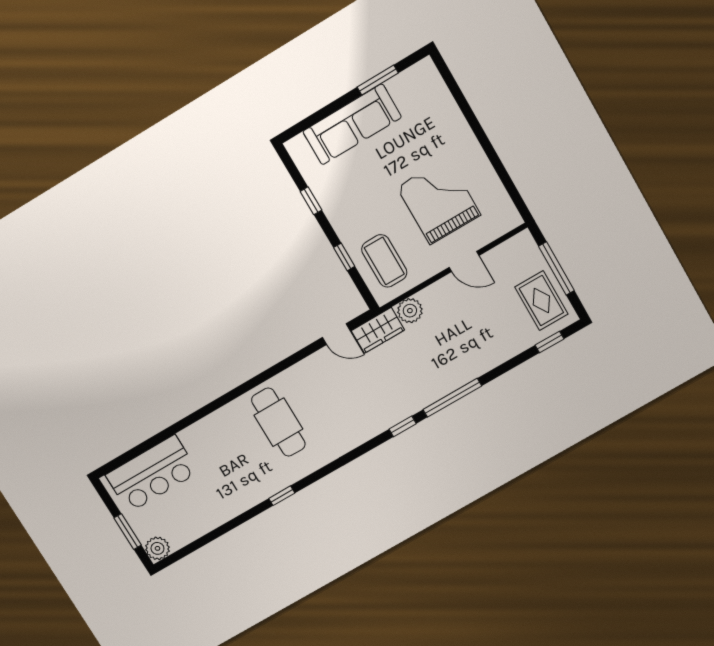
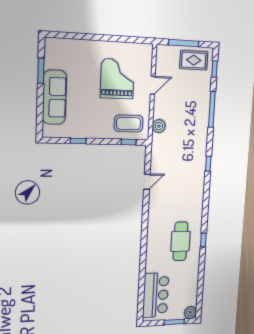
grand piano: (439, 201) -> (117, 79), turned 90
window: (344, 257) -> (129, 142), moved
wardrobe: (378, 330) -> (158, 147), removed
door: (336, 334) -> (147, 182), moved
window: (452, 398) -> (212, 109), moved
cafe table: (278, 422) -> (180, 241), moved, turned 90

